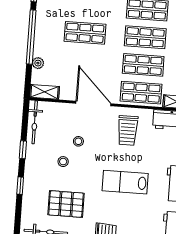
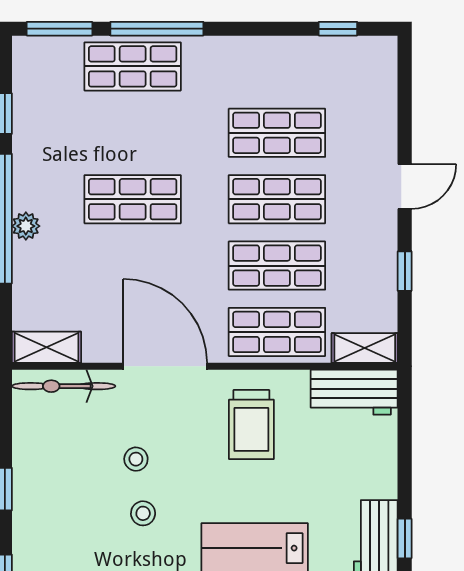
plant: (38, 63) -> (26, 226), moved
bicycle: (35, 122) -> (64, 386), moved, turned 90
stool: (63, 162) -> (143, 513), moved

